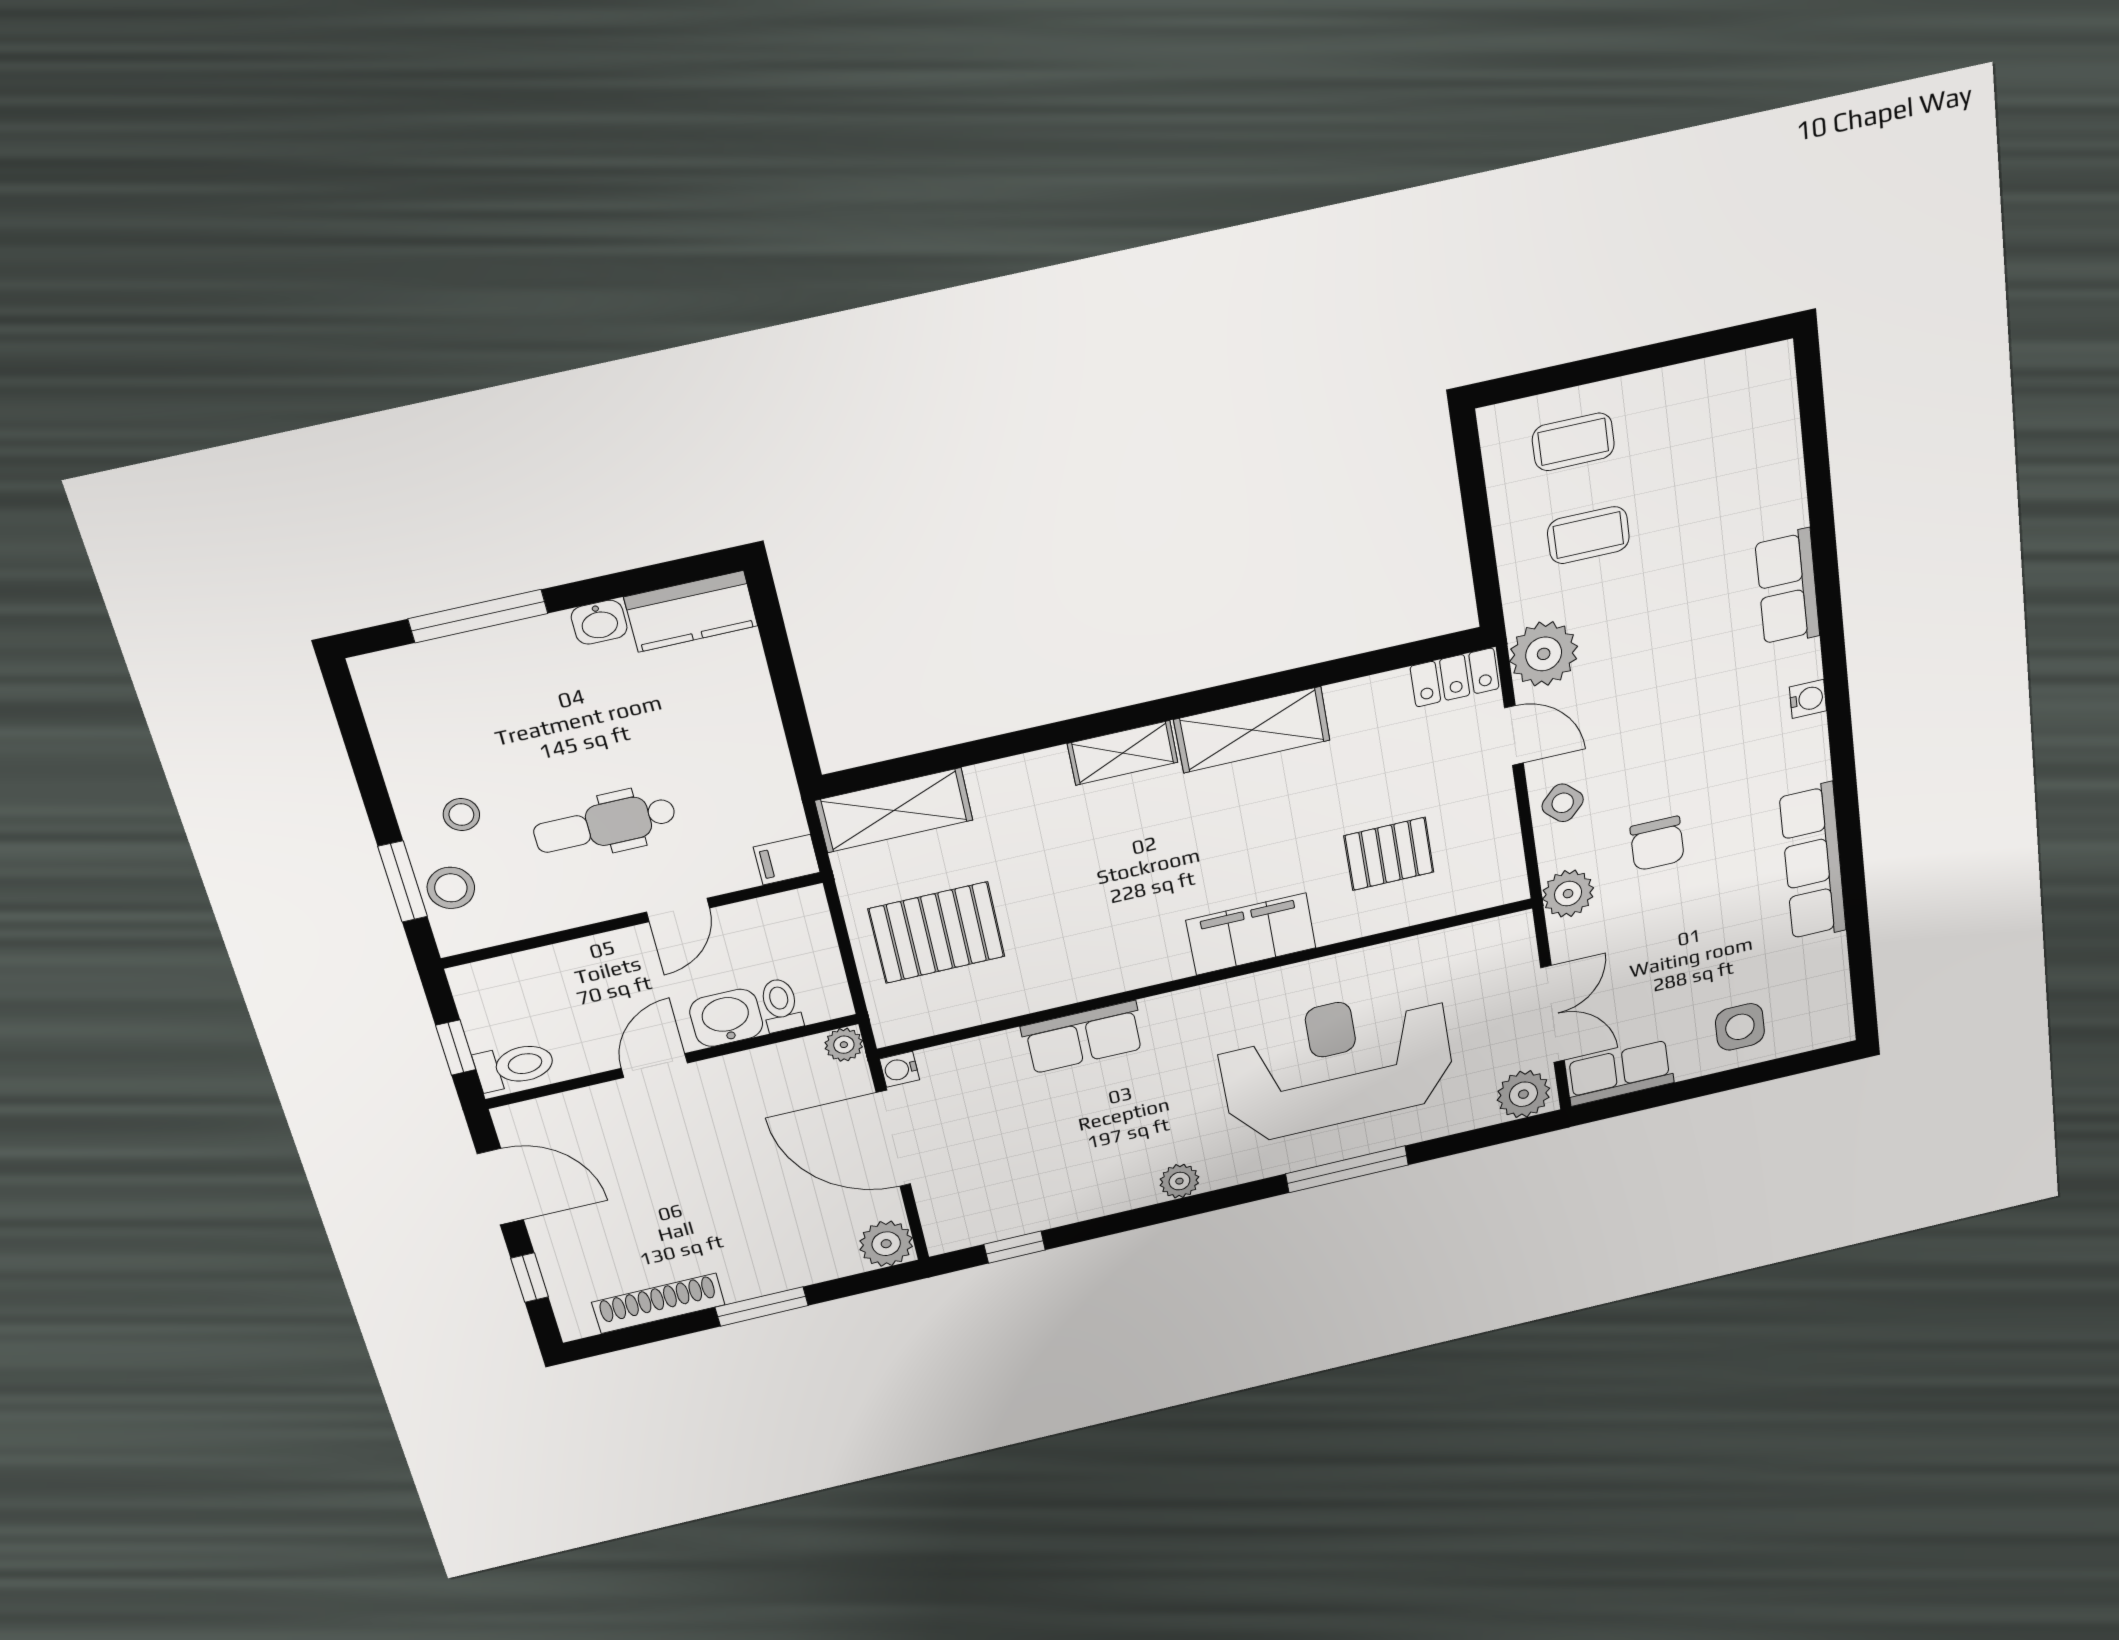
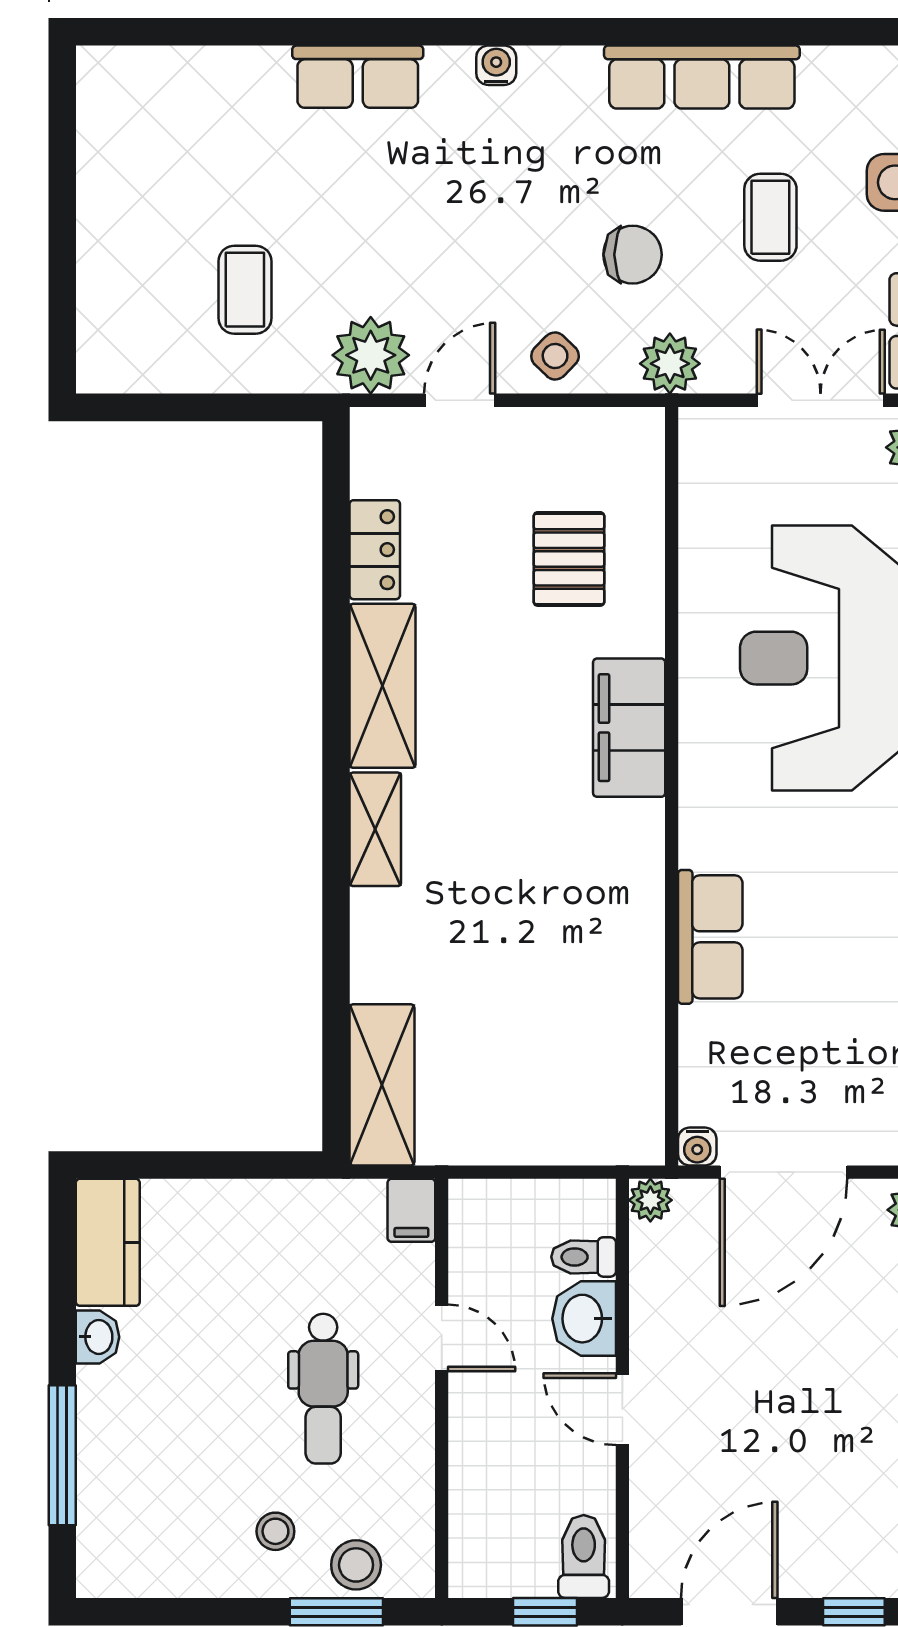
coffee table: (1573, 442) -> (770, 217), moved
locker: (1455, 677) -> (375, 550), moved
pallet: (937, 933) -> (539, 1071), removed

